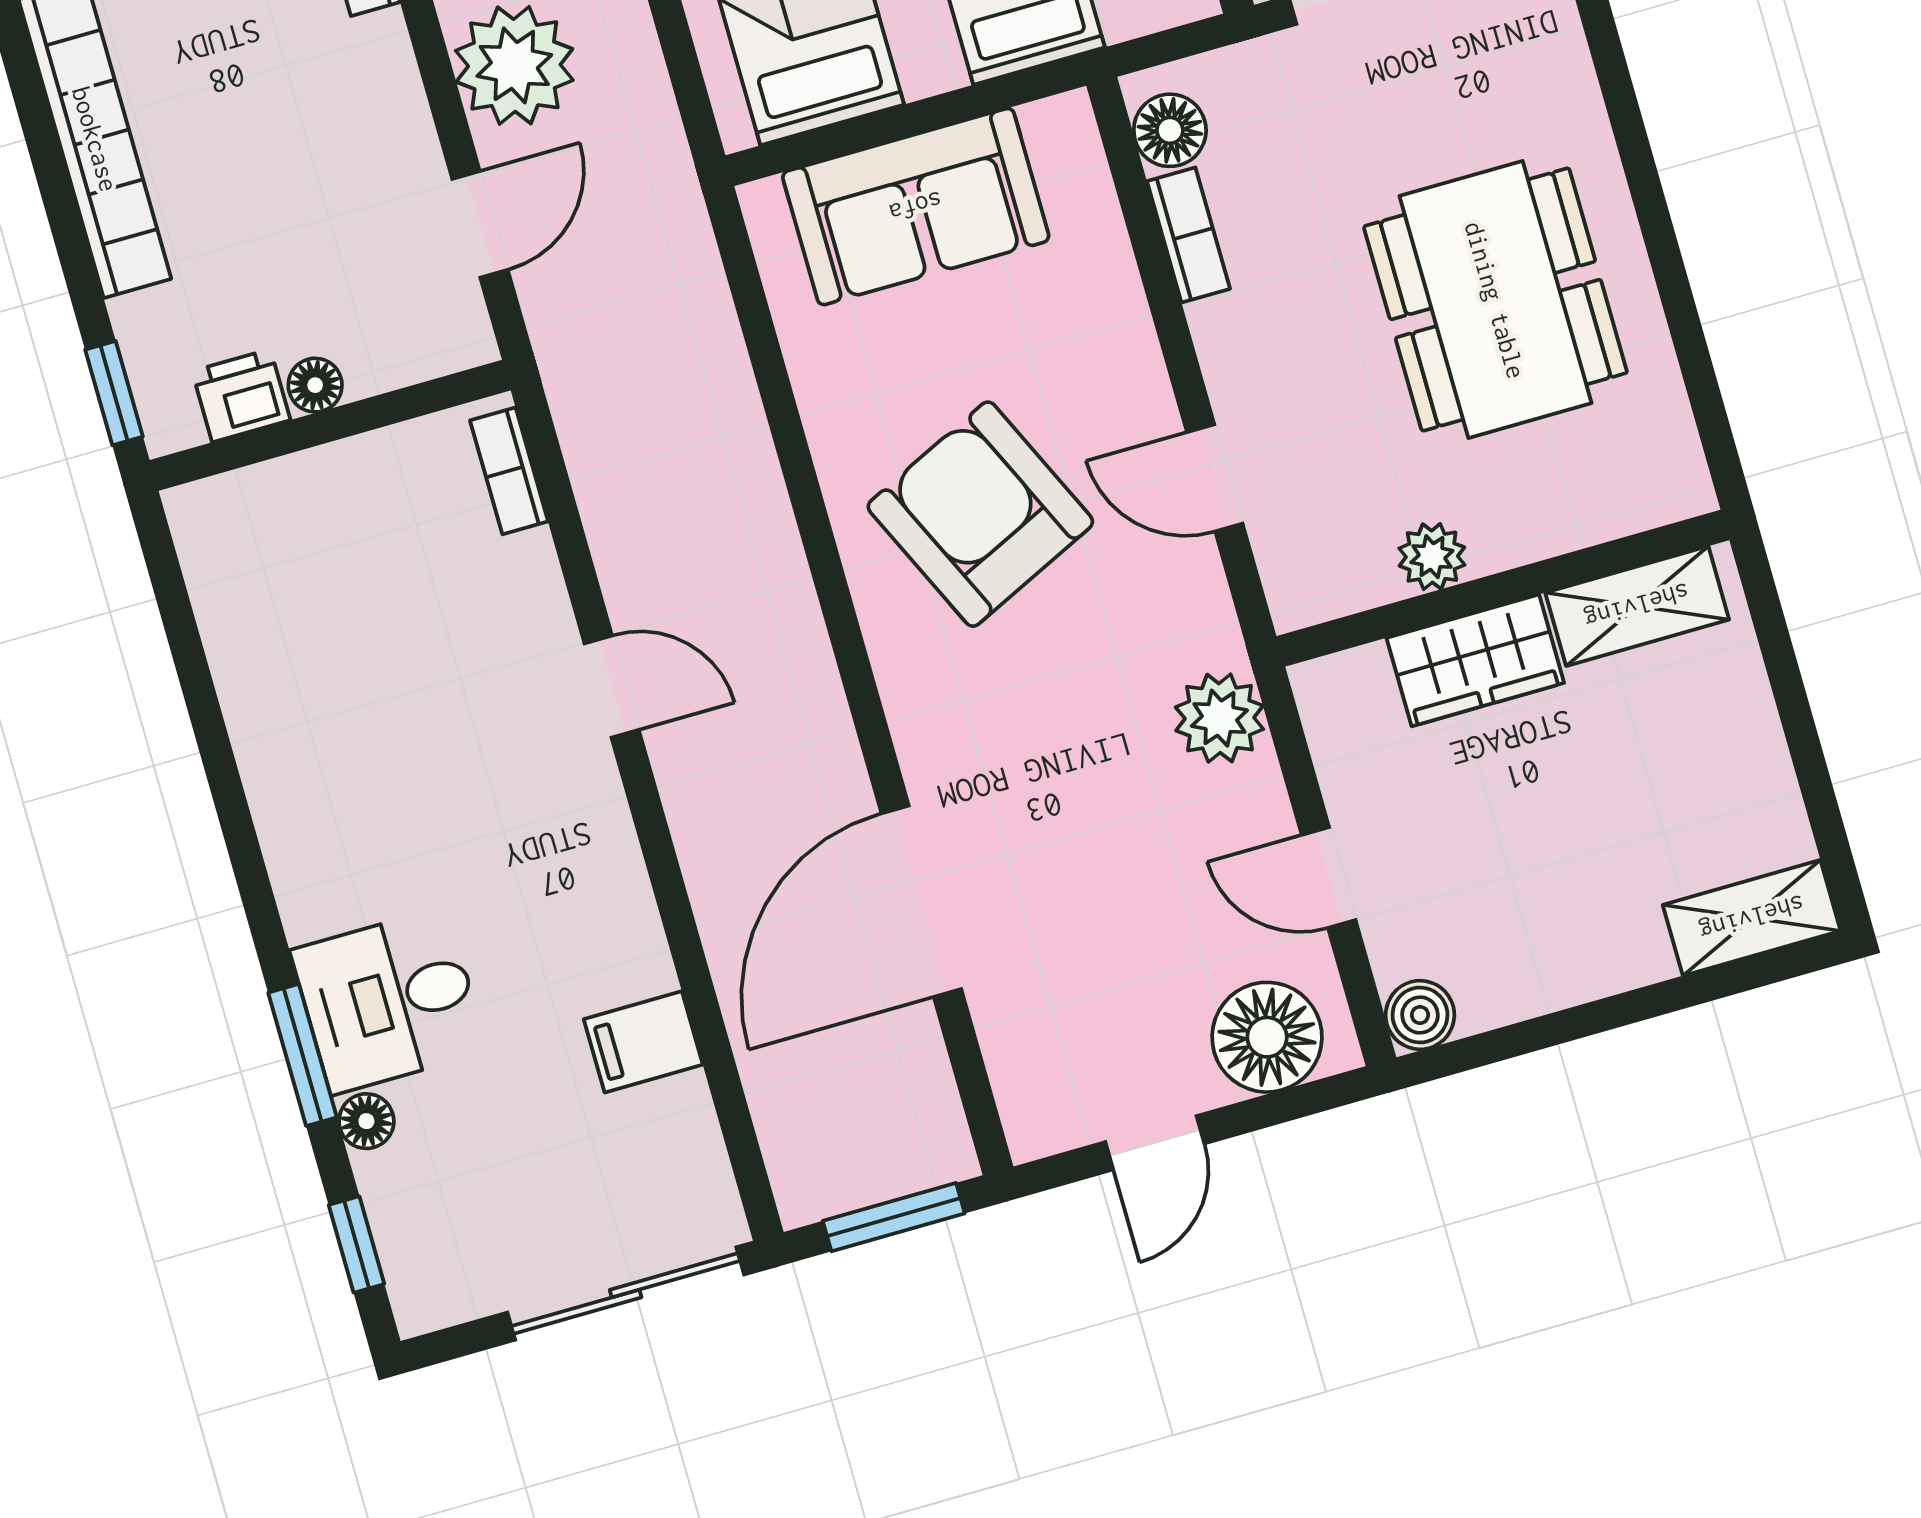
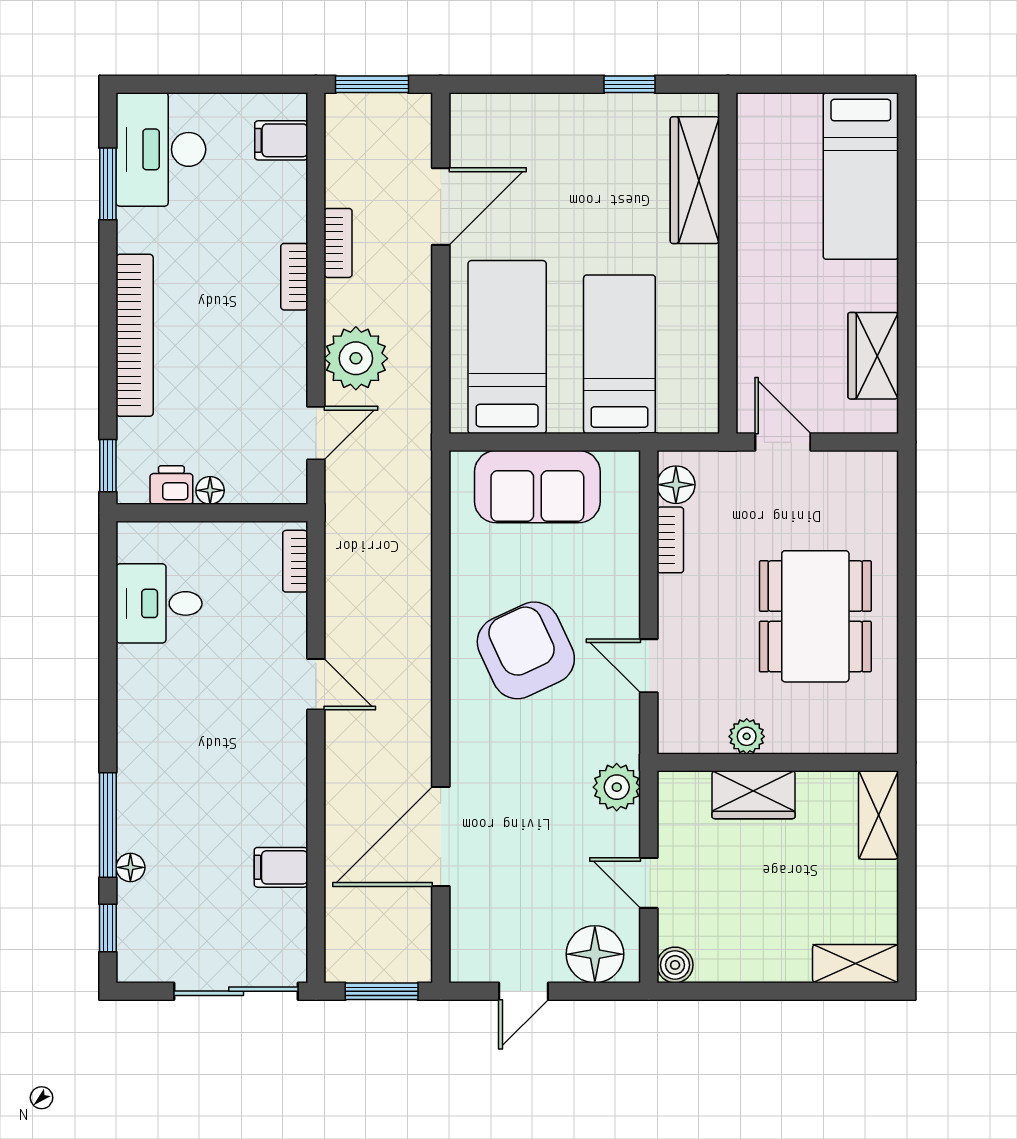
shelving: (1637, 606) -> (878, 815), moved, turned 90
desk: (389, 1001) -> (159, 603), moved
window: (303, 1055) -> (108, 825), width x1.44

